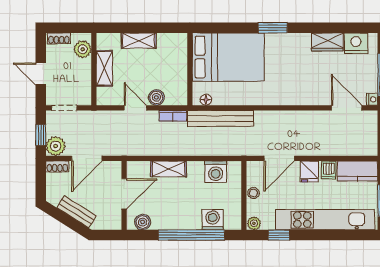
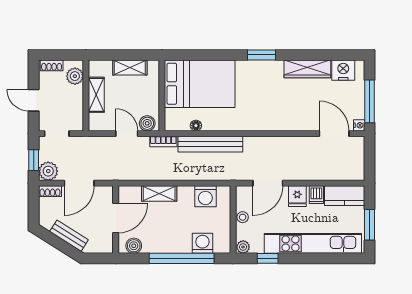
wardrobe: (327, 42) -> (307, 69), width x1.50
bed: (228, 57) -> (200, 84), moved
wall: (190, 69) -> (162, 96), moved

